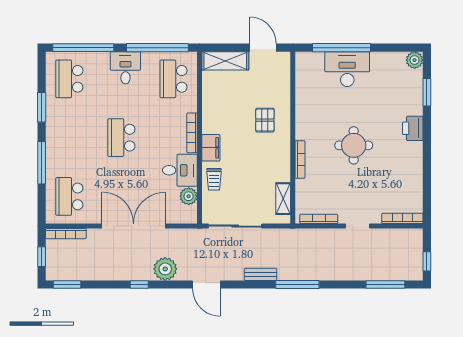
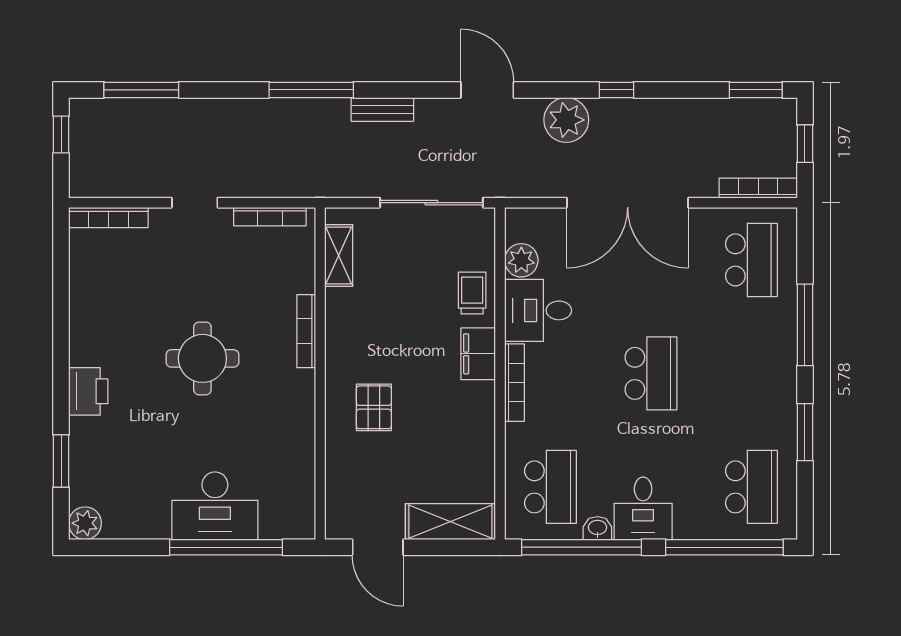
washbasin: (149, 58) -> (597, 528), added

